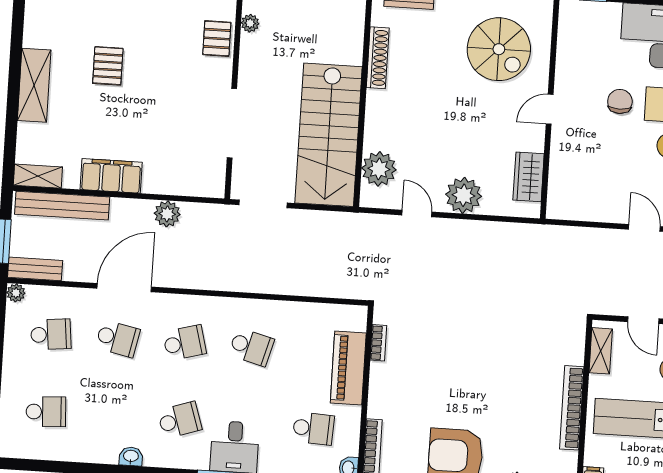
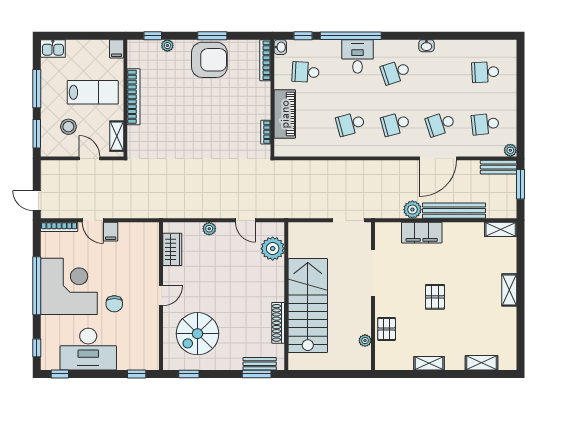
spiral stairs: (499, 49) -> (197, 334), turned -90
pallet: (108, 66) -> (435, 297), moved
shelving: (34, 85) -> (509, 290), width x0.67, depth x0.75
stairs: (329, 135) -> (308, 306), moved
filing cabinet: (111, 176) -> (422, 233), moved
plant: (464, 195) -> (209, 229), width x0.53, depth x0.53
bench: (62, 206) -> (454, 211), moved
filing cabinet: (619, 209) -> (111, 232), added
school desk: (118, 339) -> (440, 124), turned -30
school desk: (251, 347) -> (350, 124), turned -30

